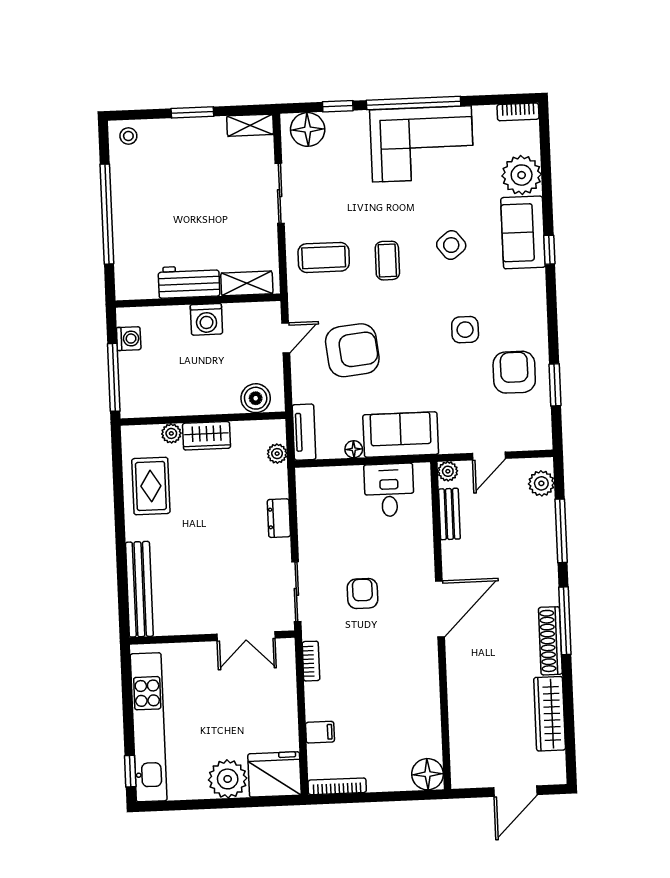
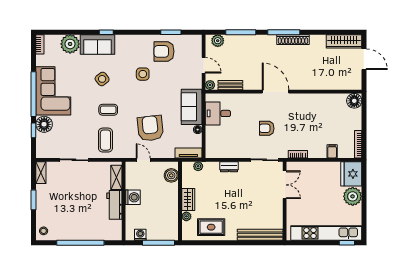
floor lamp: (308, 129) -> (44, 124), moved
wardrobe: (550, 714) -> (344, 41), moved

